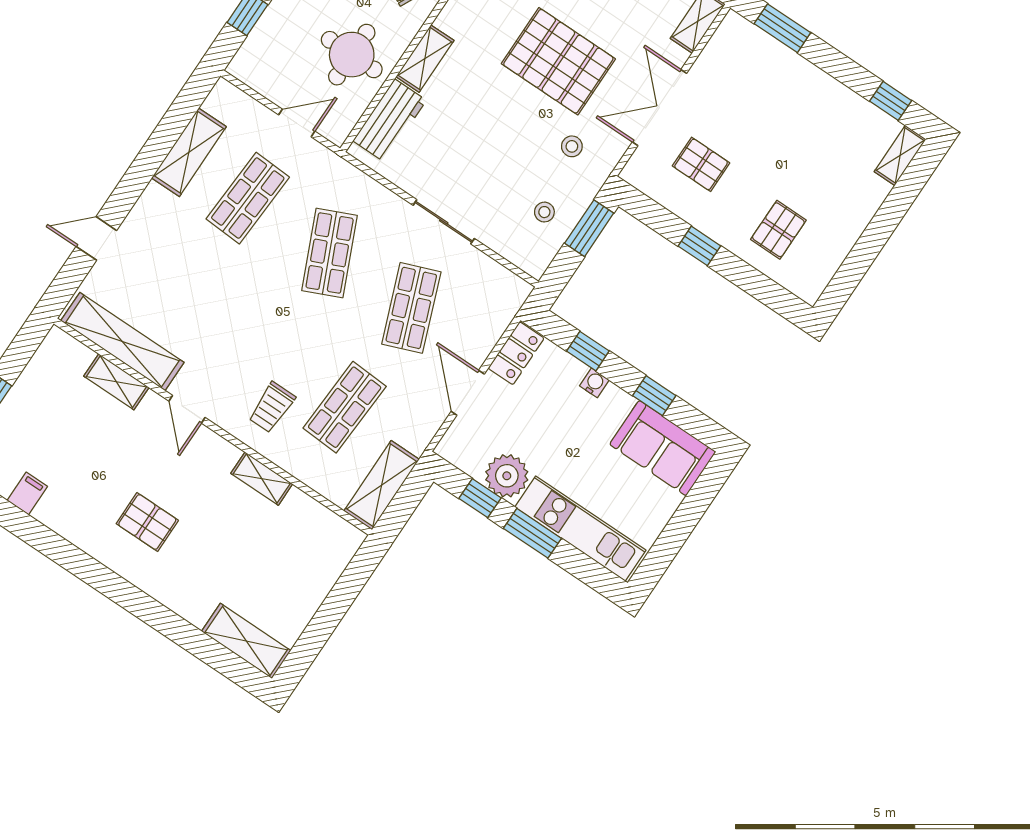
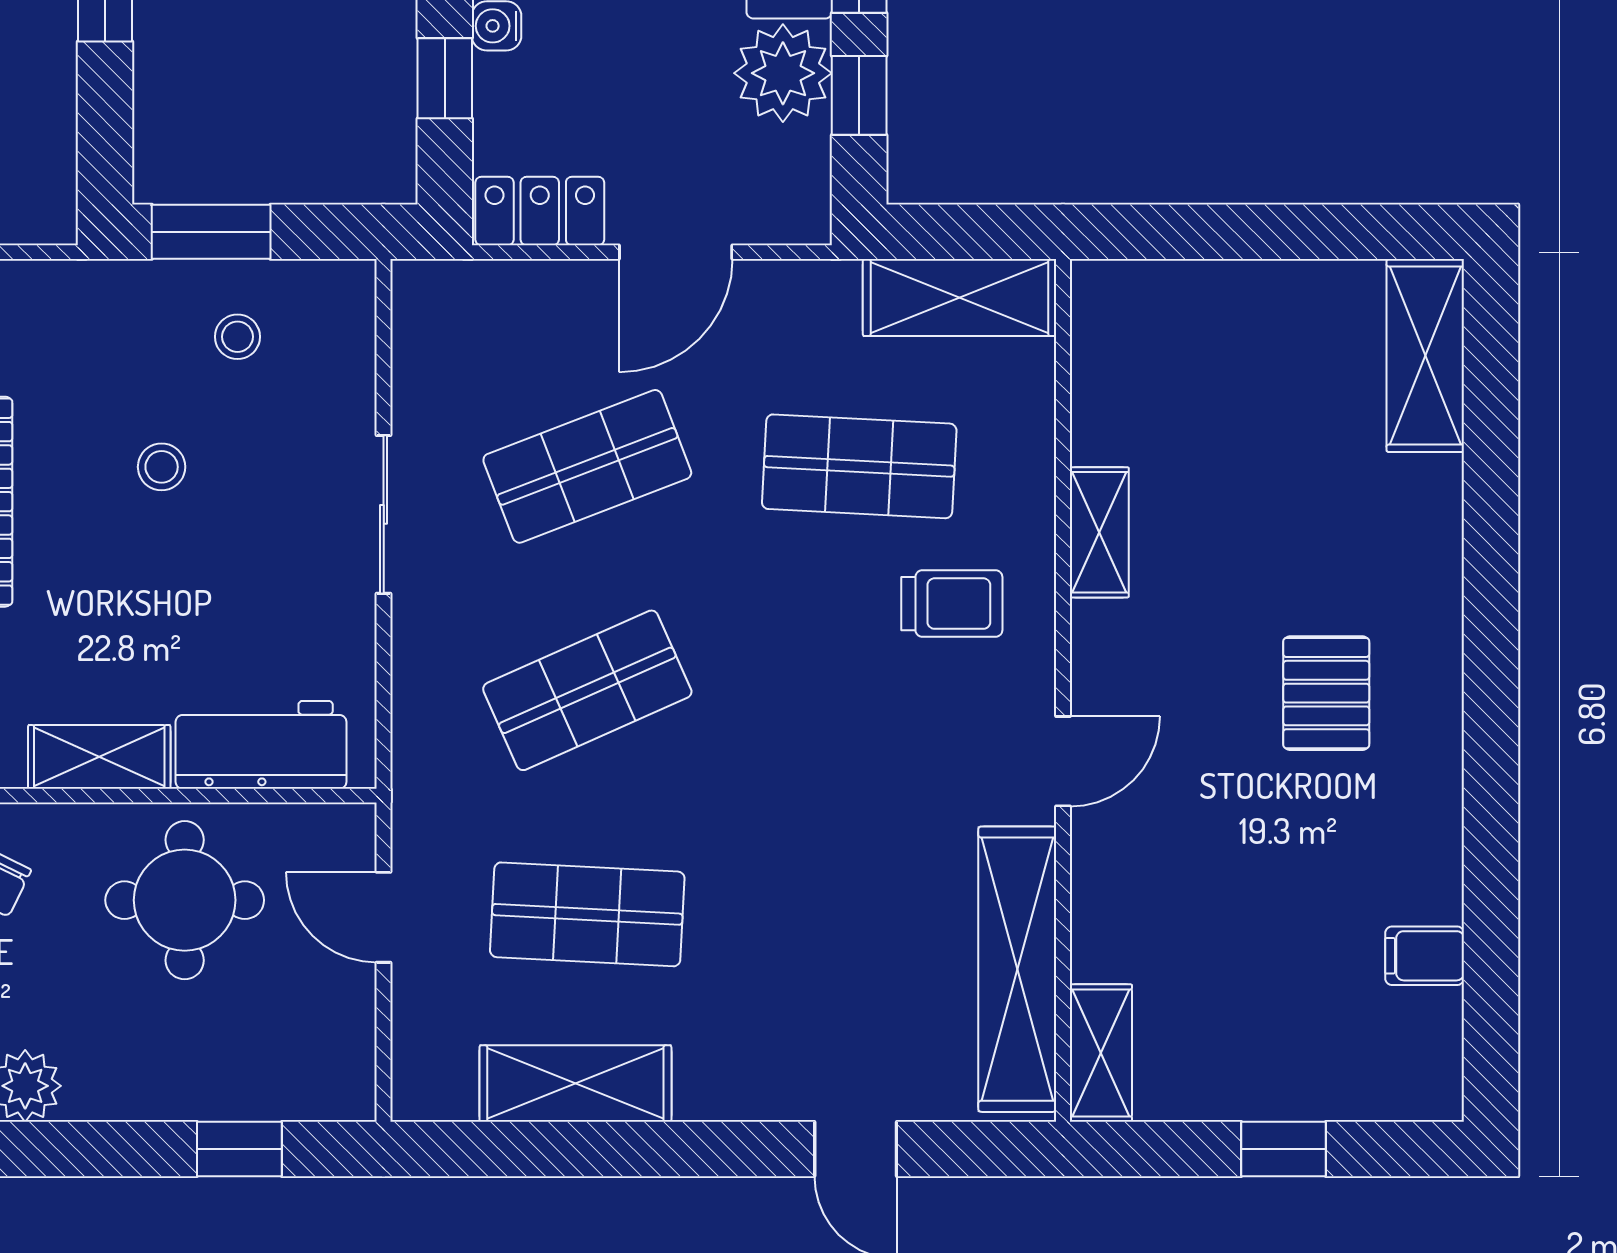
stool: (572, 146) -> (162, 467), moved
shelving: (116, 382) -> (1101, 1053), moved

